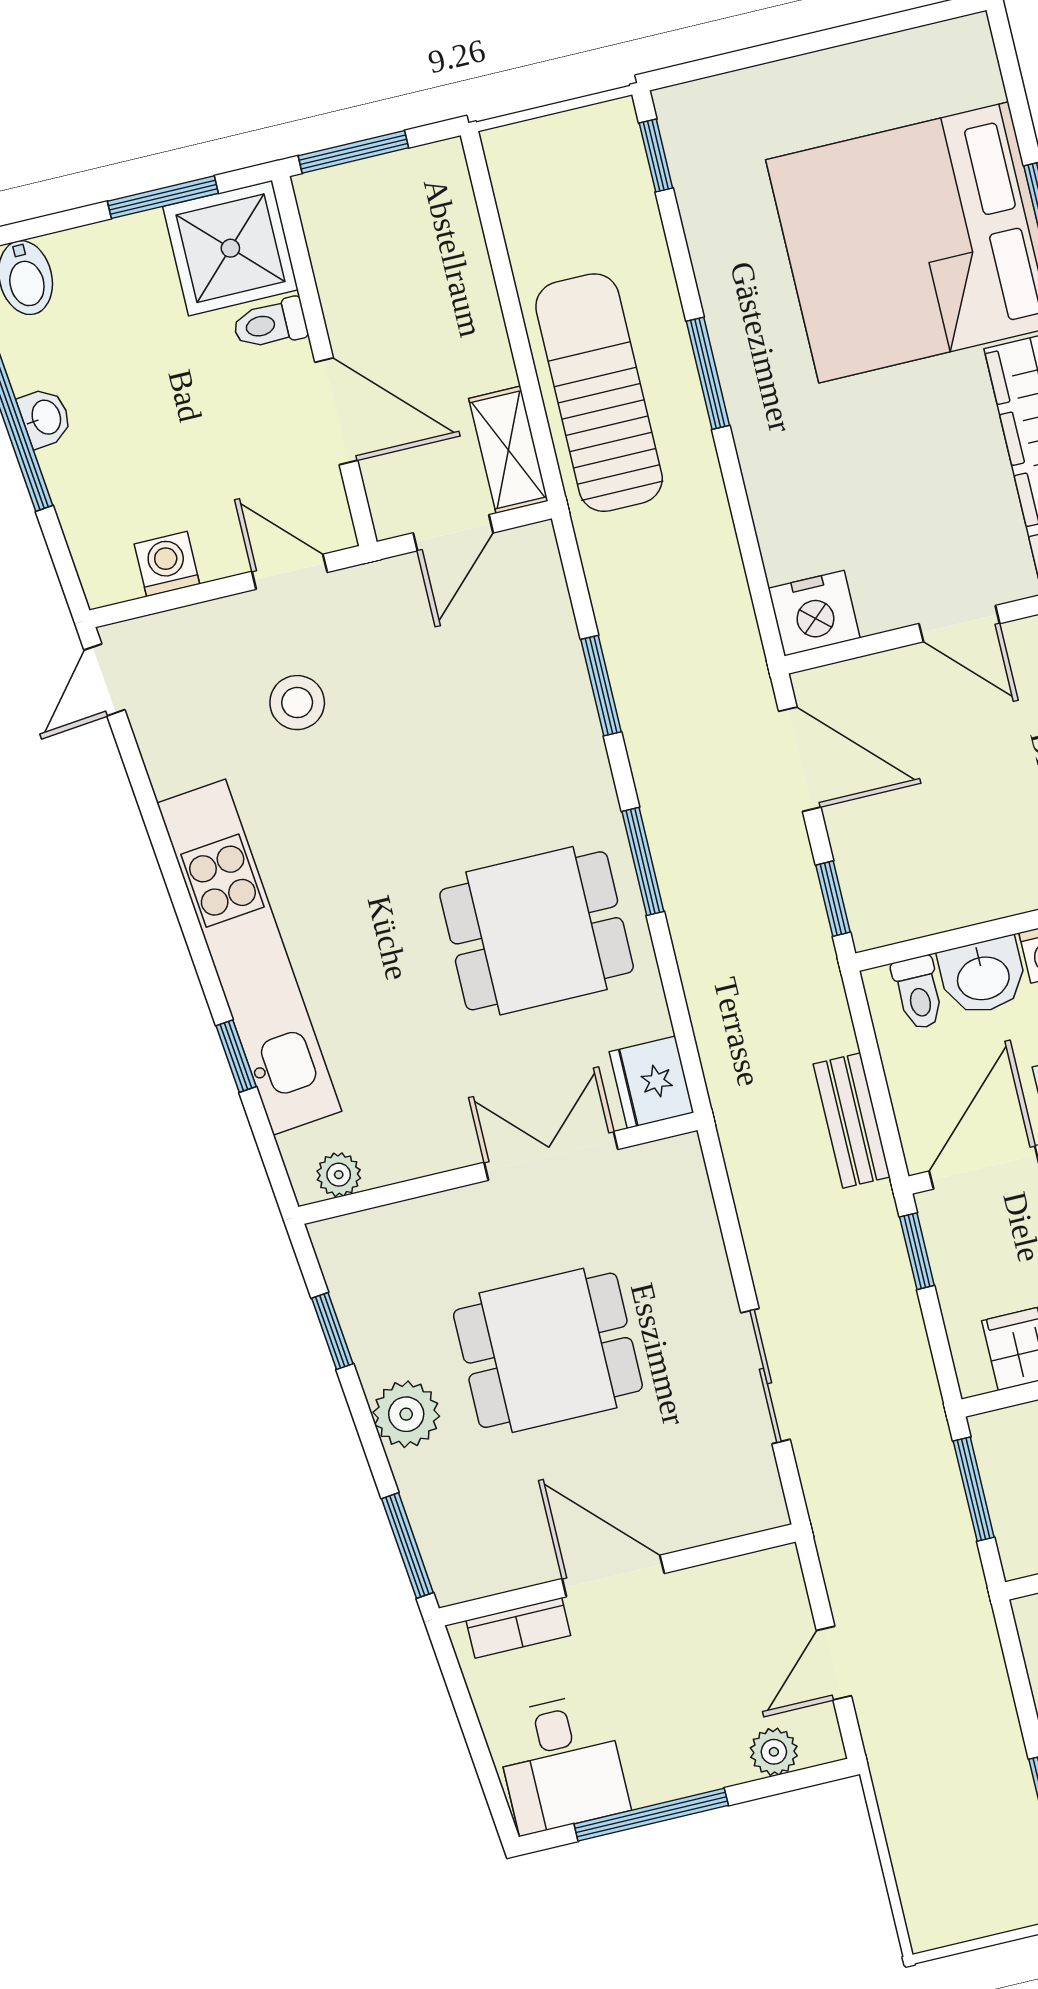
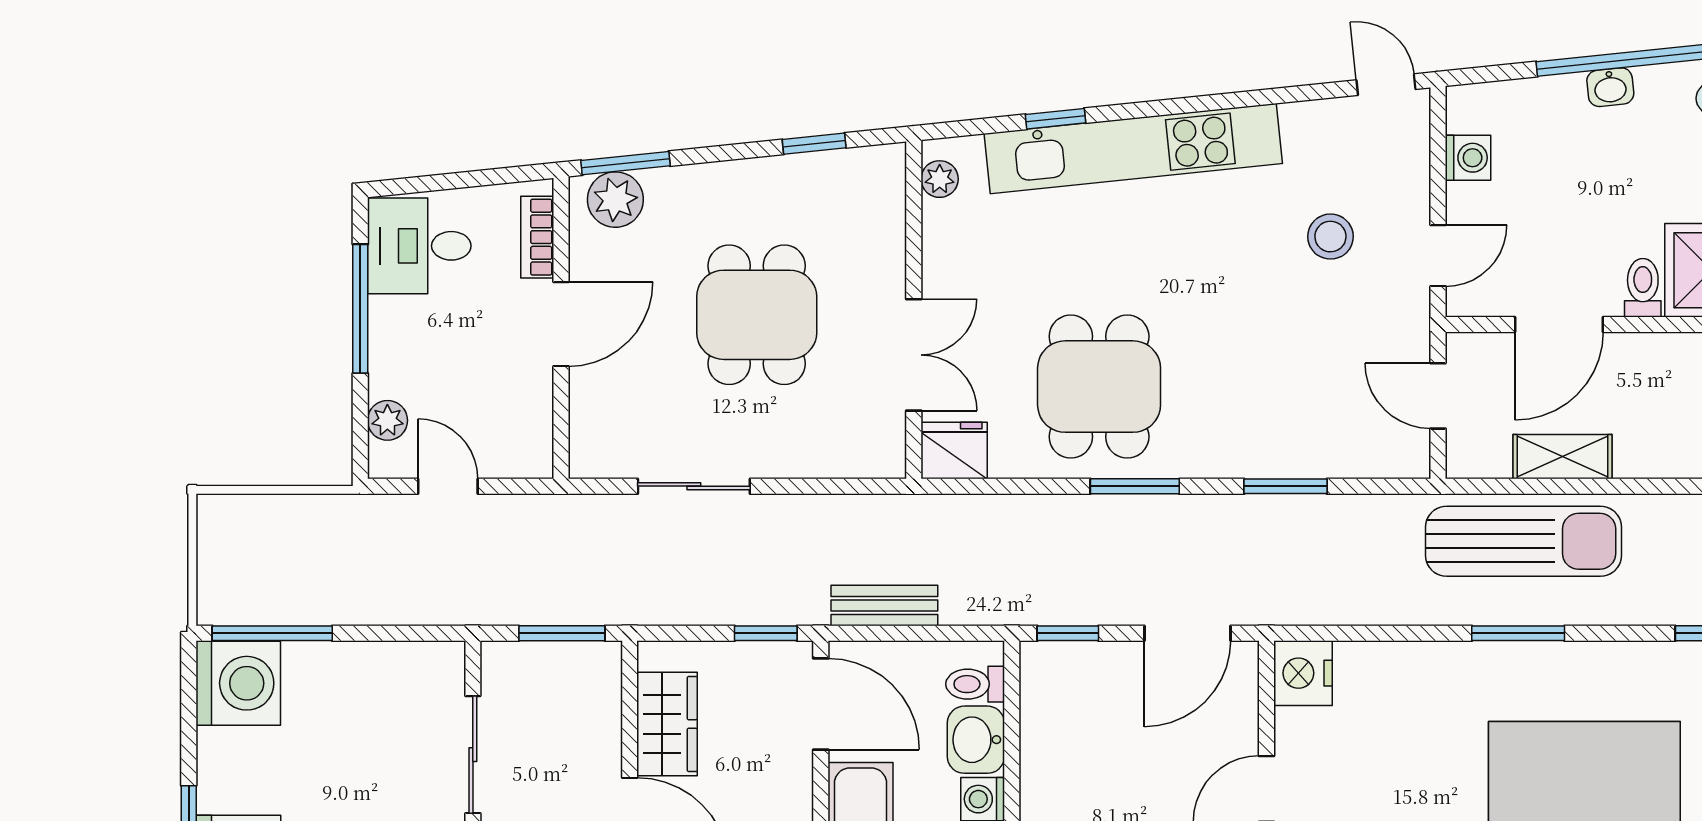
shelving: (508, 450) -> (1562, 457), moved
plant: (406, 1414) -> (615, 200), moved

